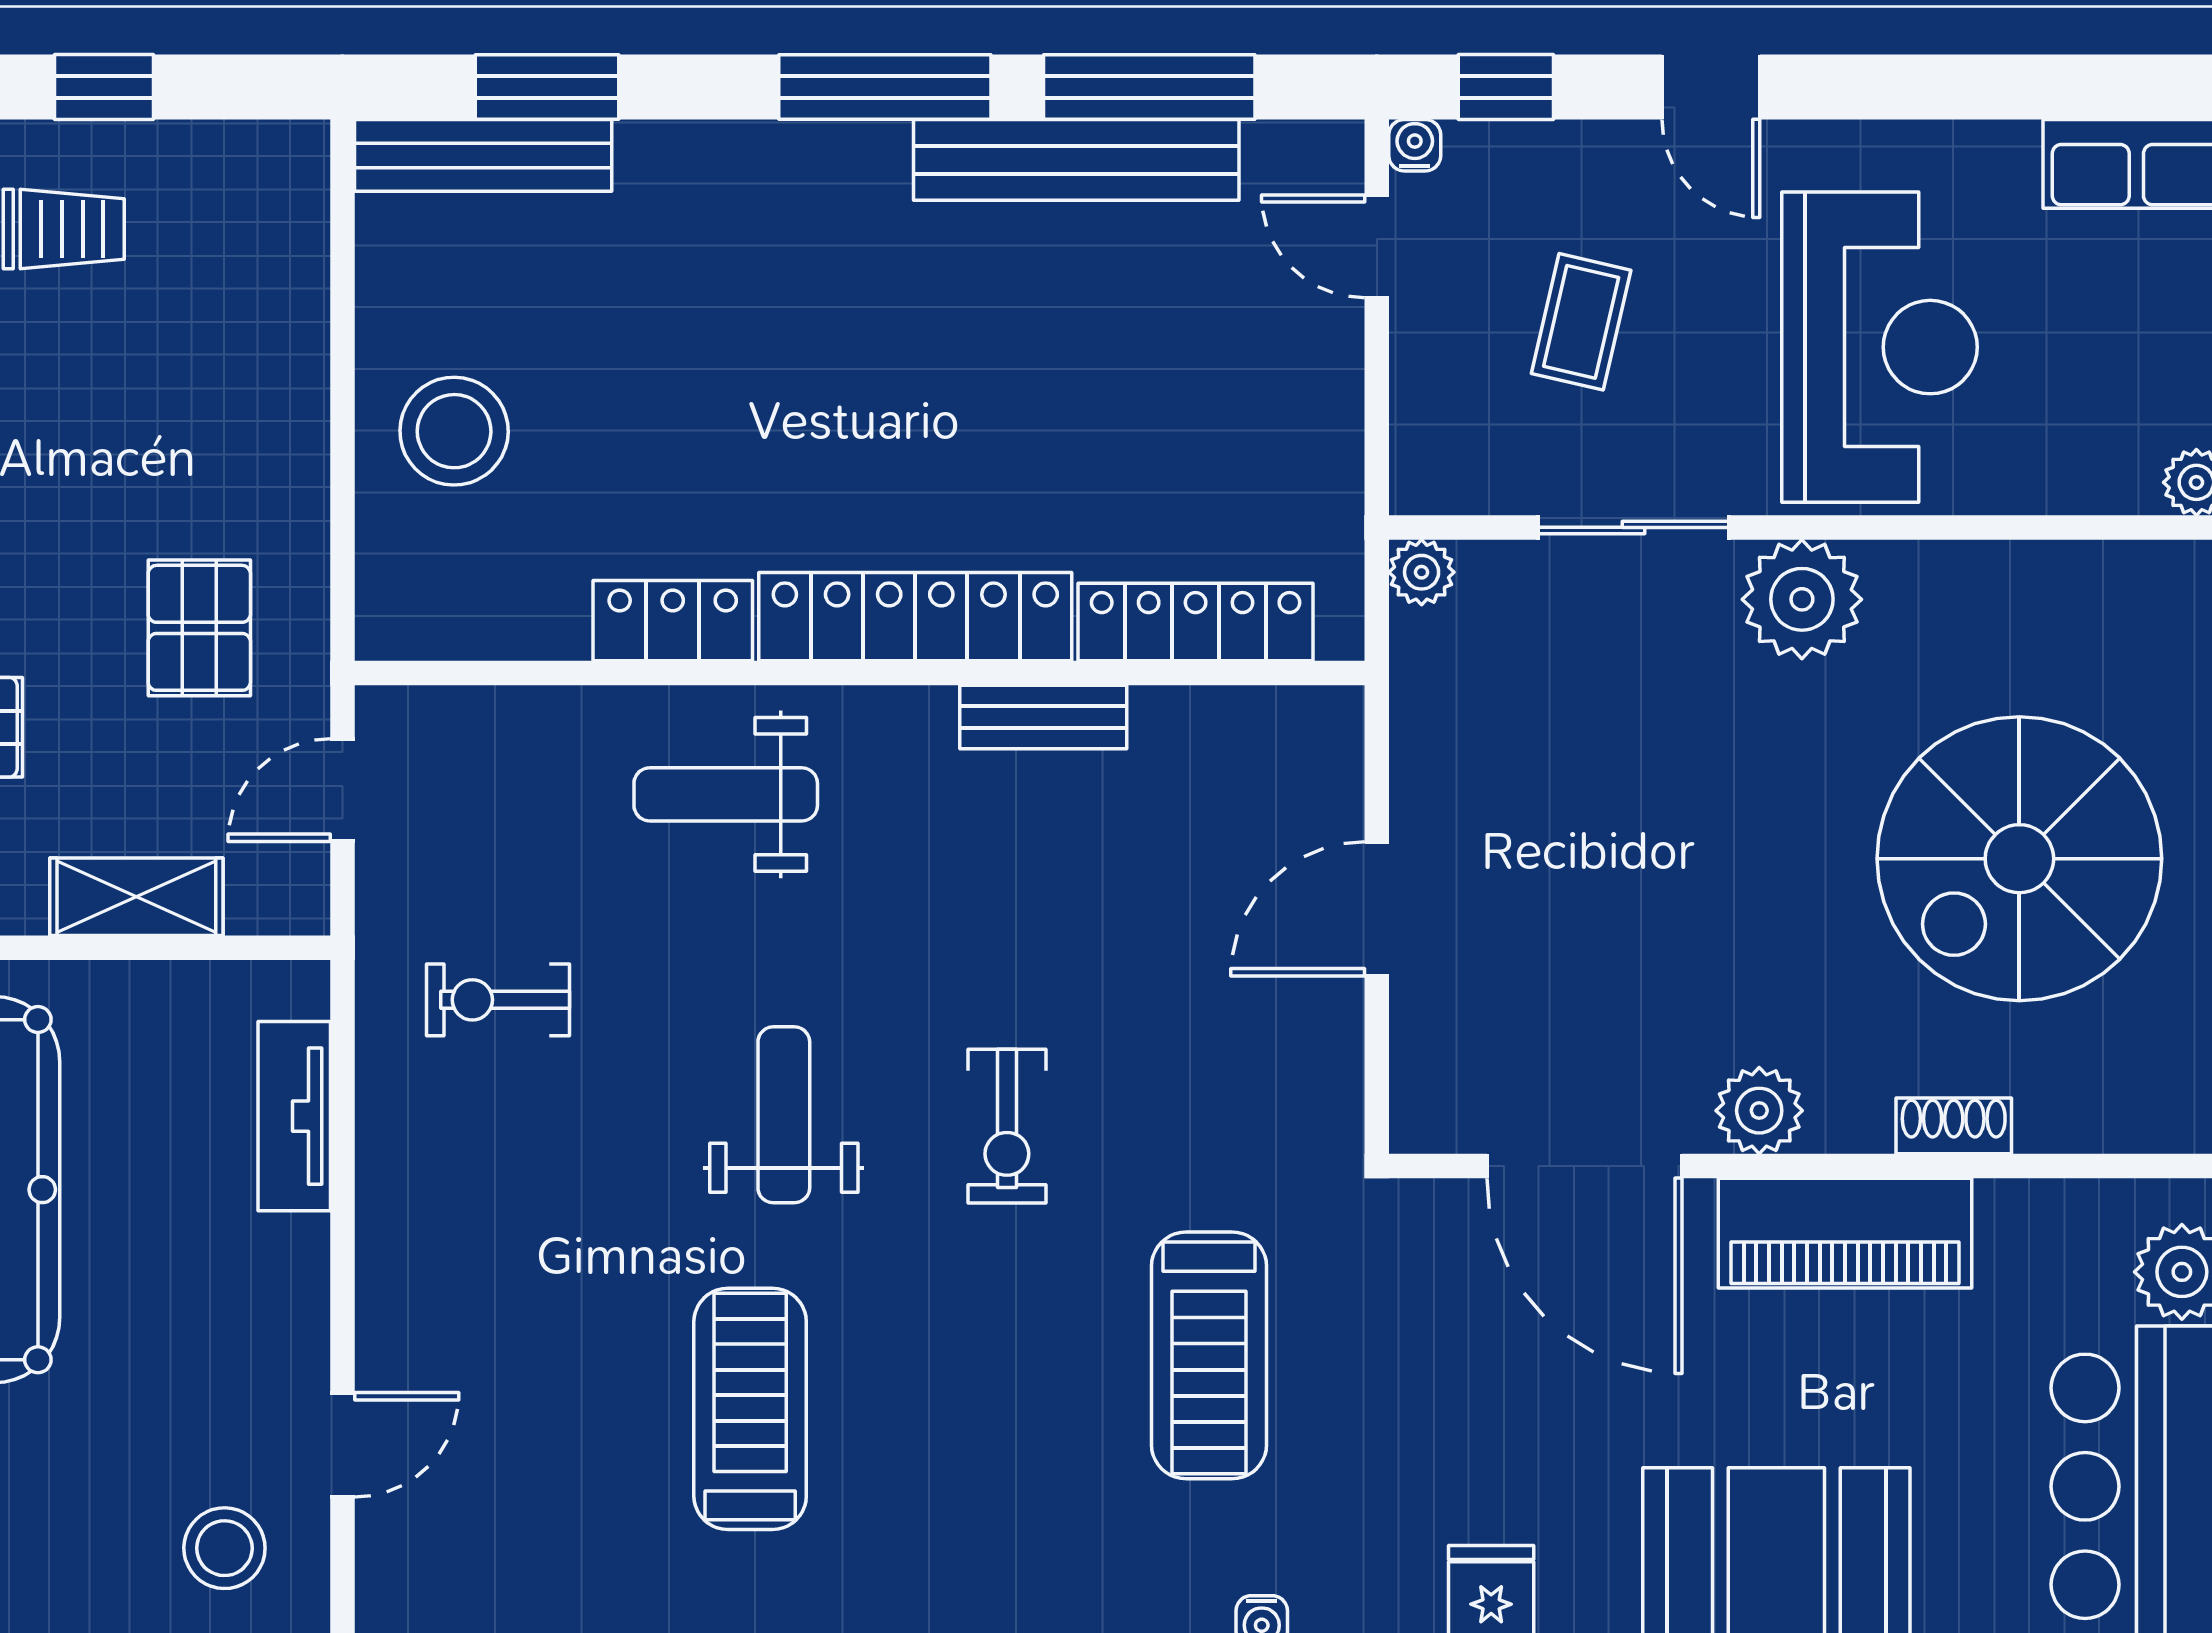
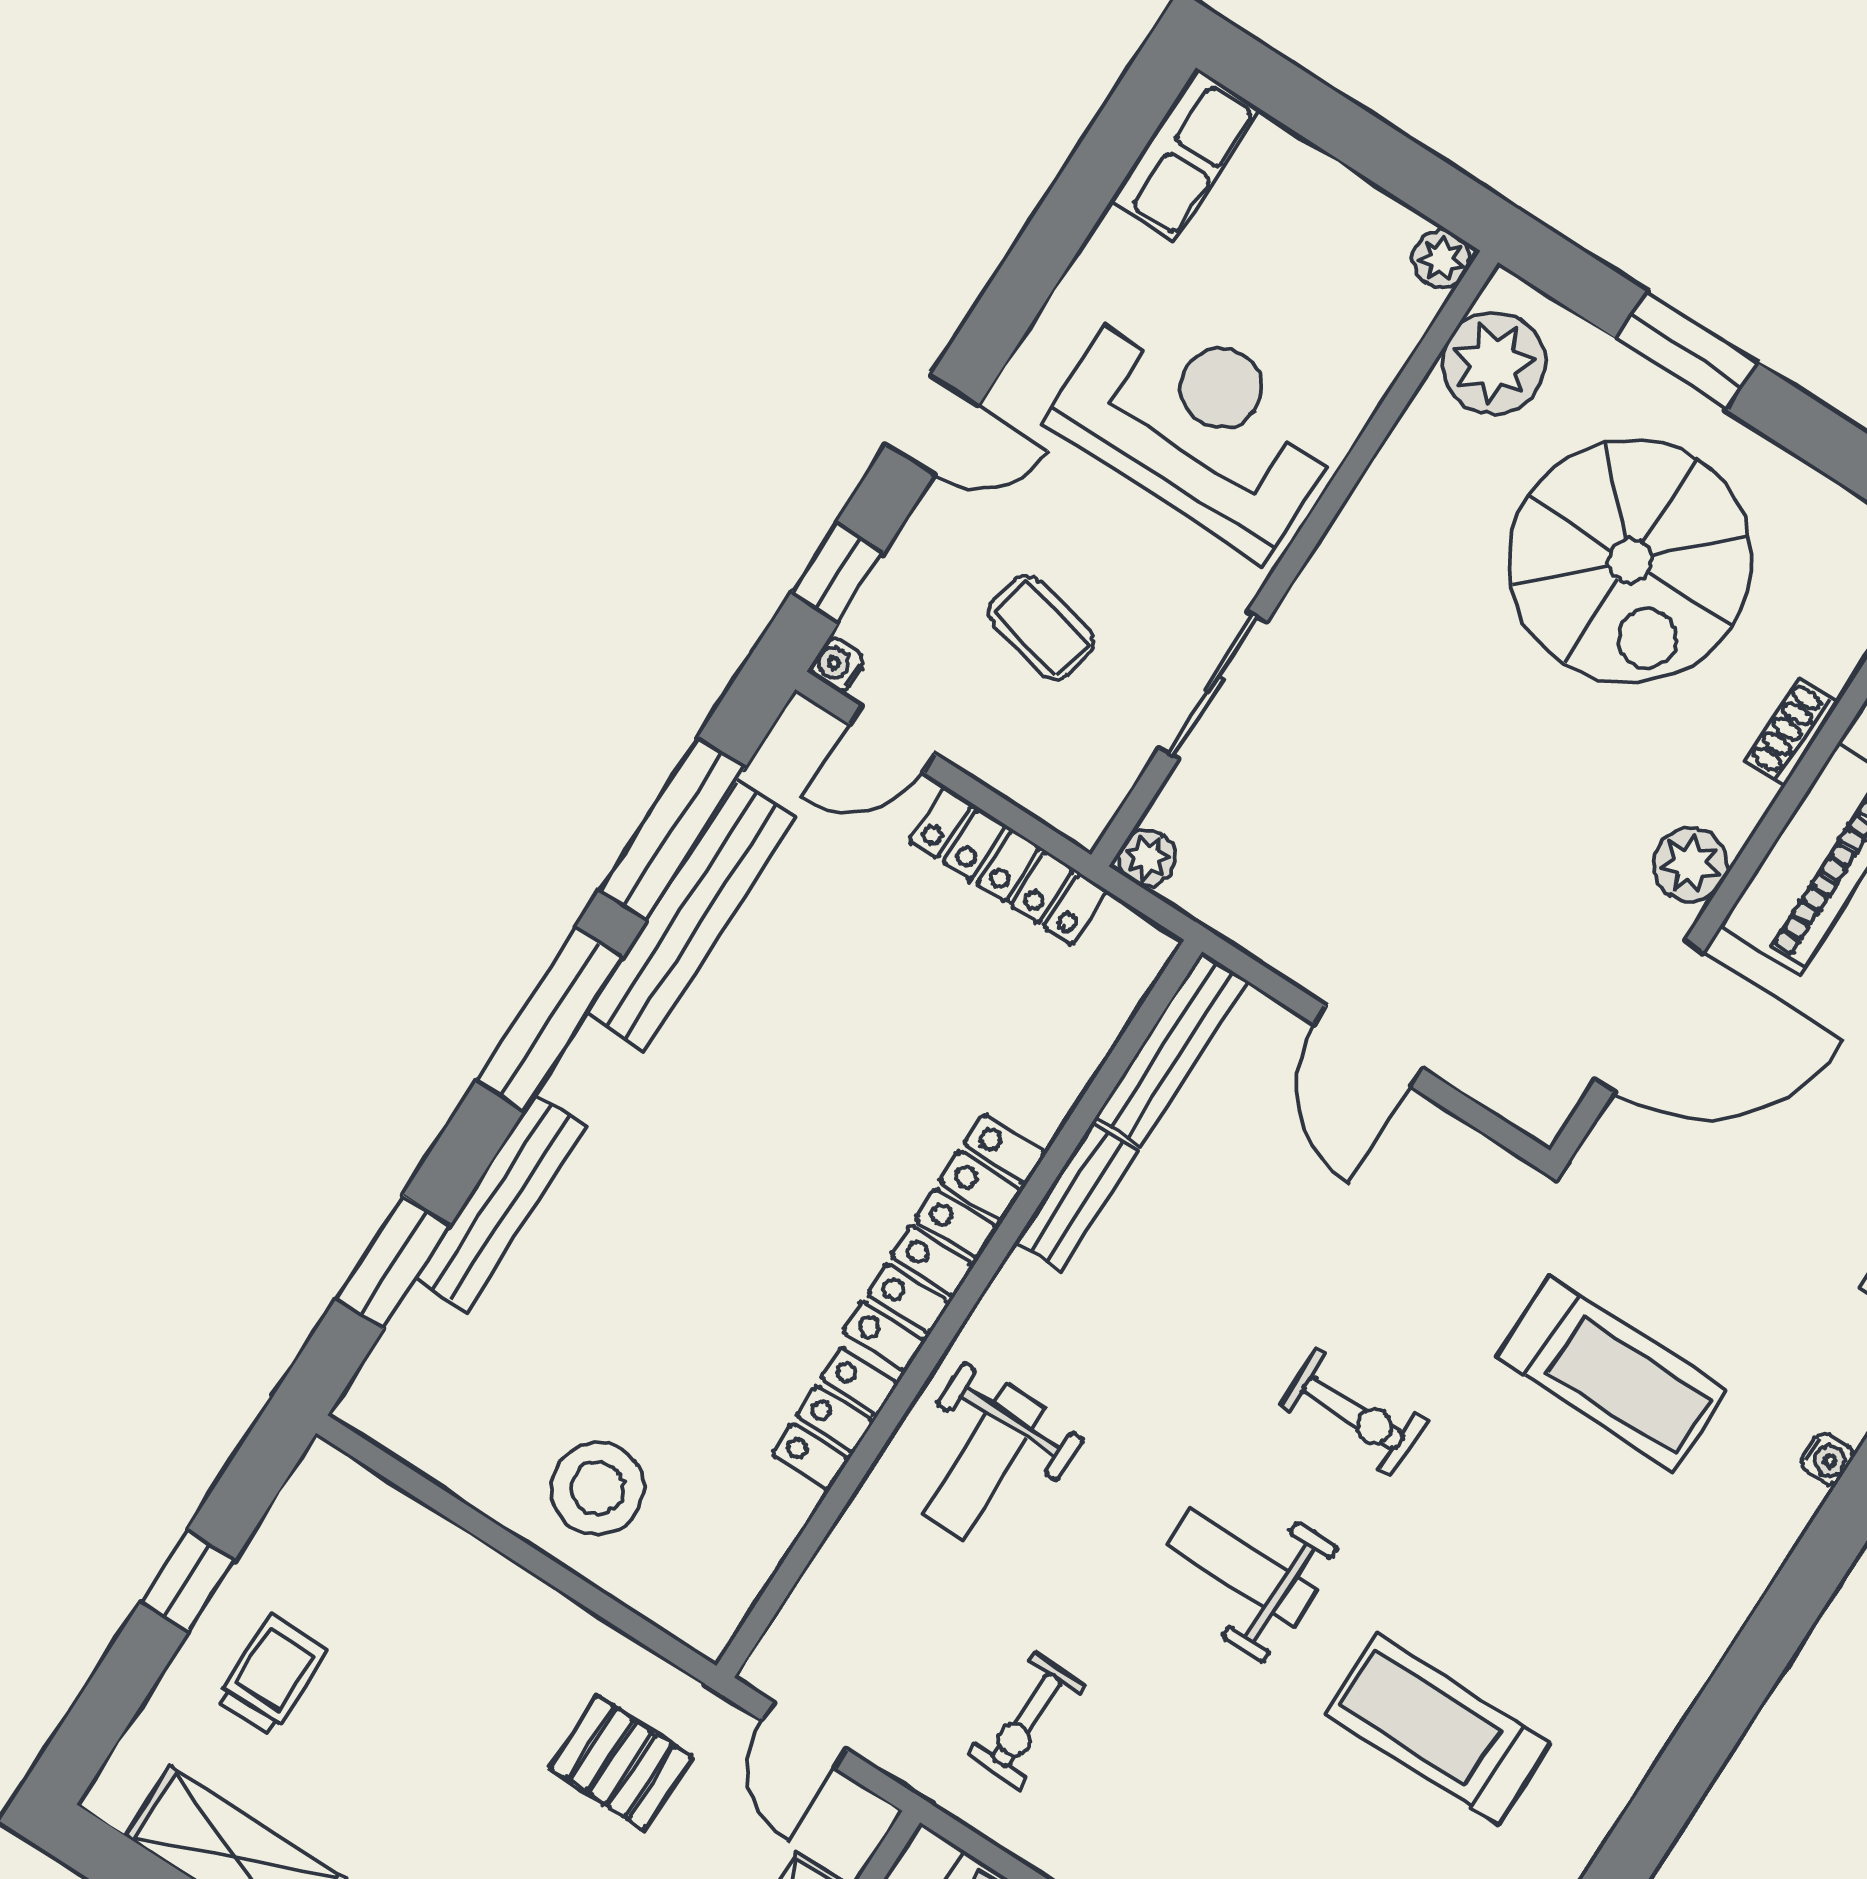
bench: (483, 155) -> (501, 1203), moved
plant: (1802, 599) -> (1494, 363), moved
locker: (1196, 622) -> (1008, 866), moved, turned -90
bench: (1249, 718) -> (1172, 1049), added

